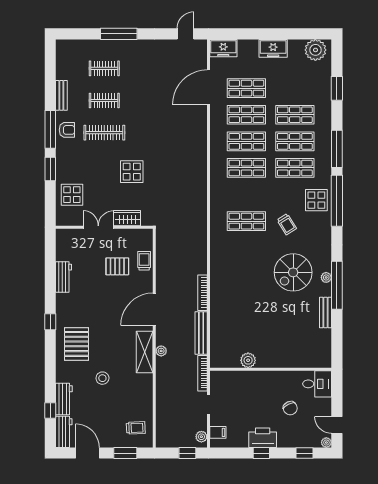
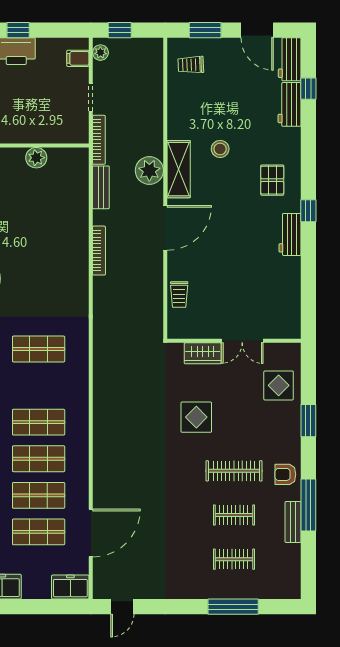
window: (119, 34) -> (233, 607), moved
window: (50, 129) -> (308, 505), moved
pallet: (117, 266) -> (216, 287), removed
workbench: (64, 277) -> (290, 234), moved
bench: (201, 333) -> (101, 187), width x0.73
pallet: (76, 344) -> (272, 180), width x0.67, depth x0.71
plant: (161, 351) -> (149, 170), width x1.87, depth x1.87
stool: (102, 378) -> (220, 149), moved

